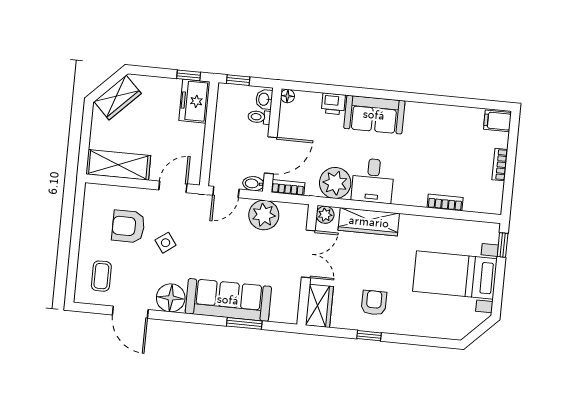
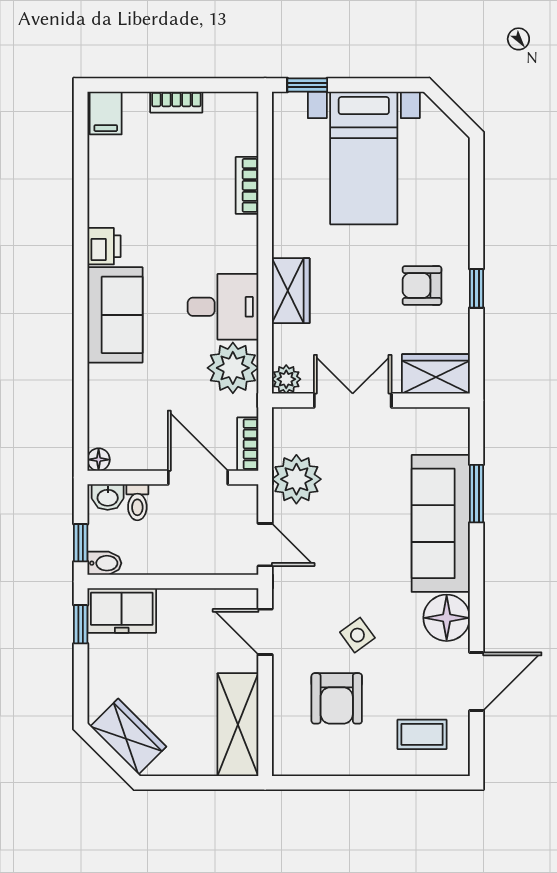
printer: (333, 104) -> (104, 246), moved
bidet: (253, 184) -> (104, 563), moved, turned -90
wardrobe: (369, 222) -> (291, 291), width x0.67

